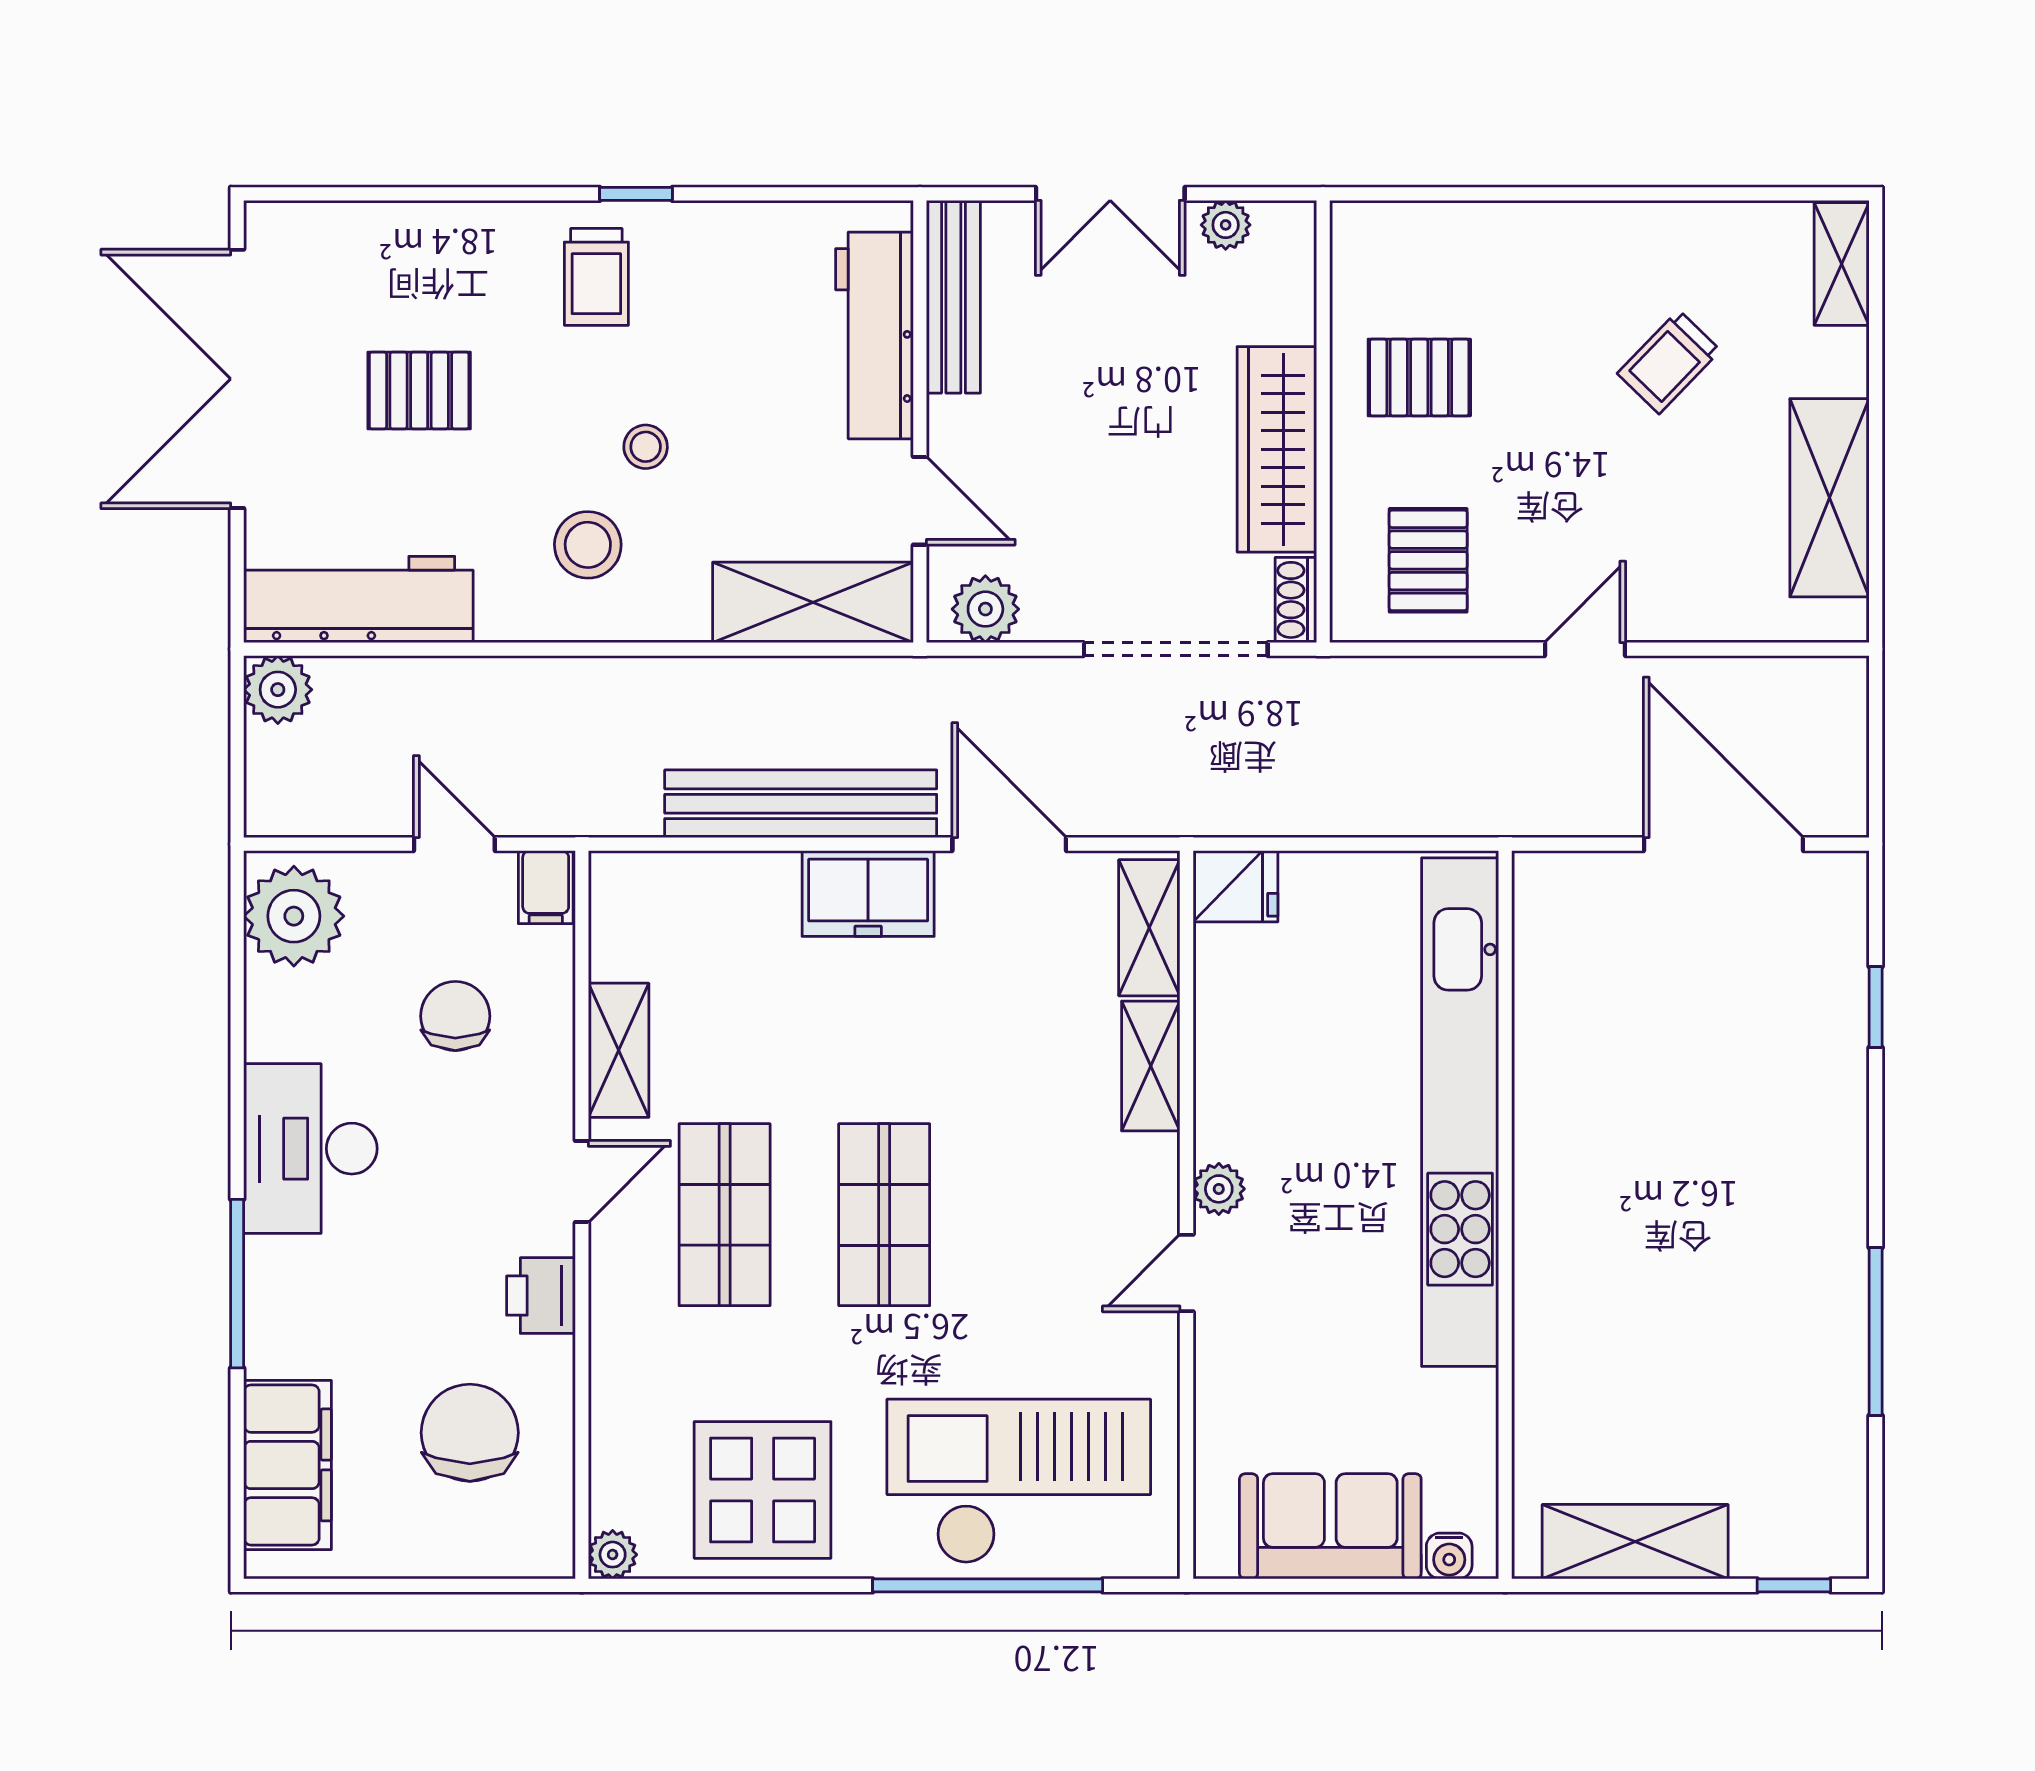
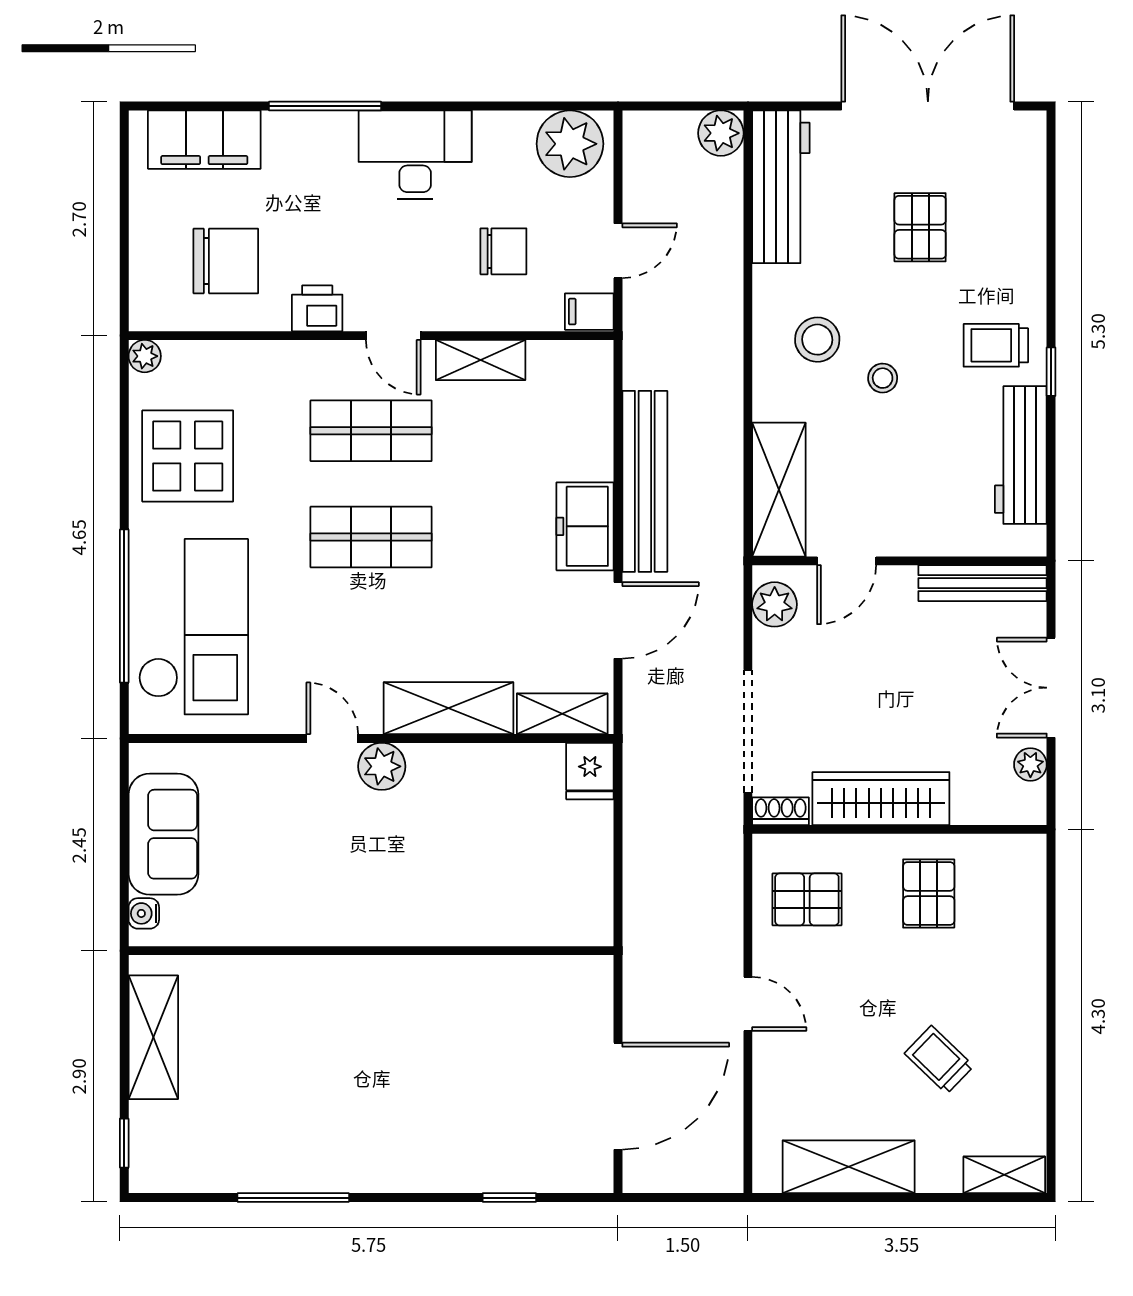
workbench: (875, 335) -> (1021, 455), moved, turned -90
shelving: (1151, 1066) -> (448, 708), width x1.50, depth x1.33
kitchen unit: (1460, 1112) -> (439, 921), removed
plant: (1219, 1189) -> (382, 766), width x1.38, depth x1.38

